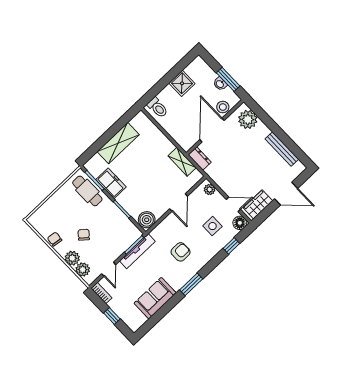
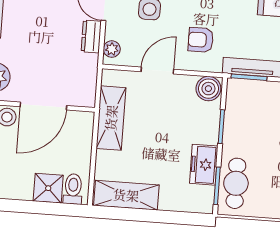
shower: (182, 83) -> (48, 188), moved
shelving: (118, 143) -> (126, 195), moved
dresser: (200, 158) -> (91, 37), moved
shelving: (182, 162) -> (111, 118), width x1.50, depth x1.33
armchair: (181, 252) -> (201, 40), moved

